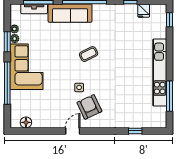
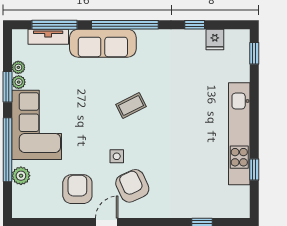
window: (170, 96) -> (254, 169), width x0.46
plant: (16, 100) -> (21, 176), added
armchair: (53, 109) -> (77, 189), added
floor lamp: (26, 122) -> (36, 210), removed

